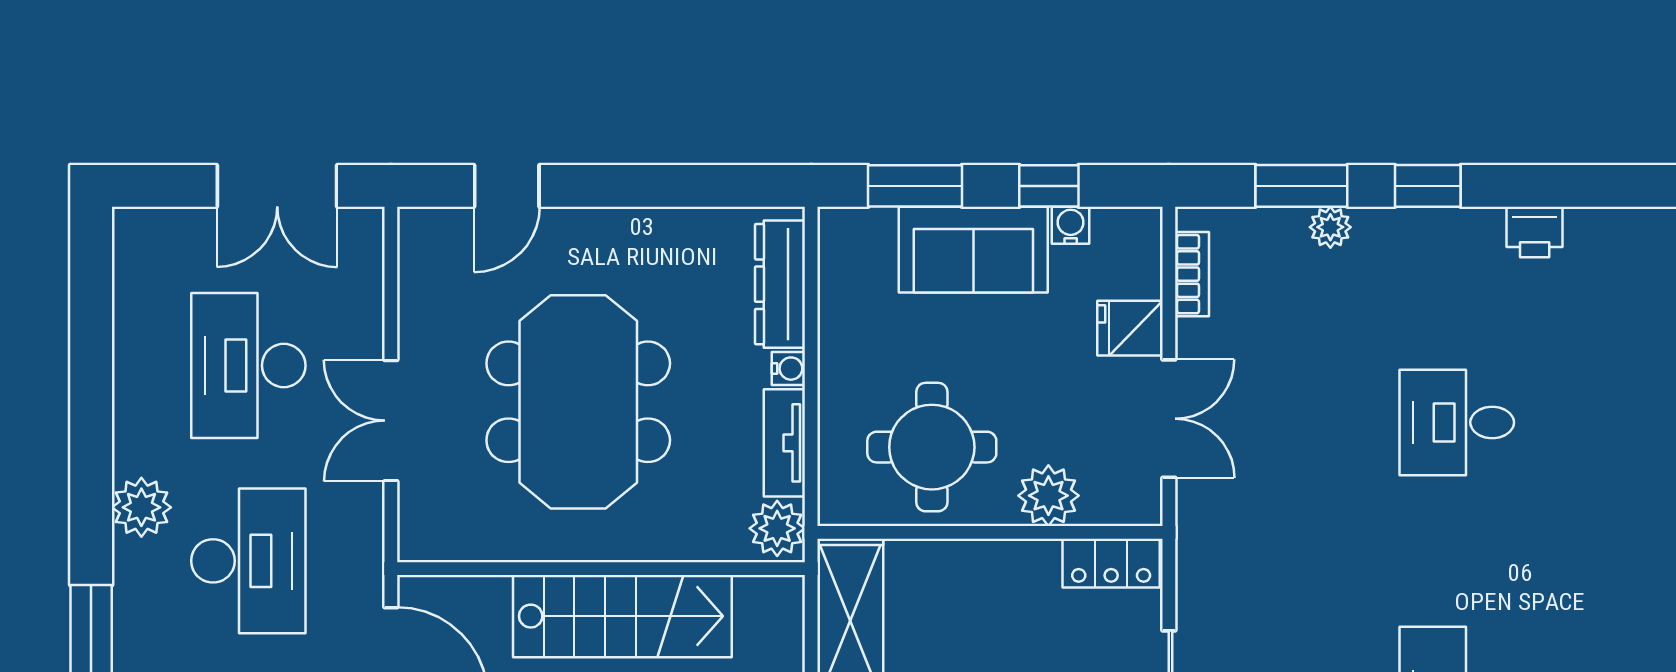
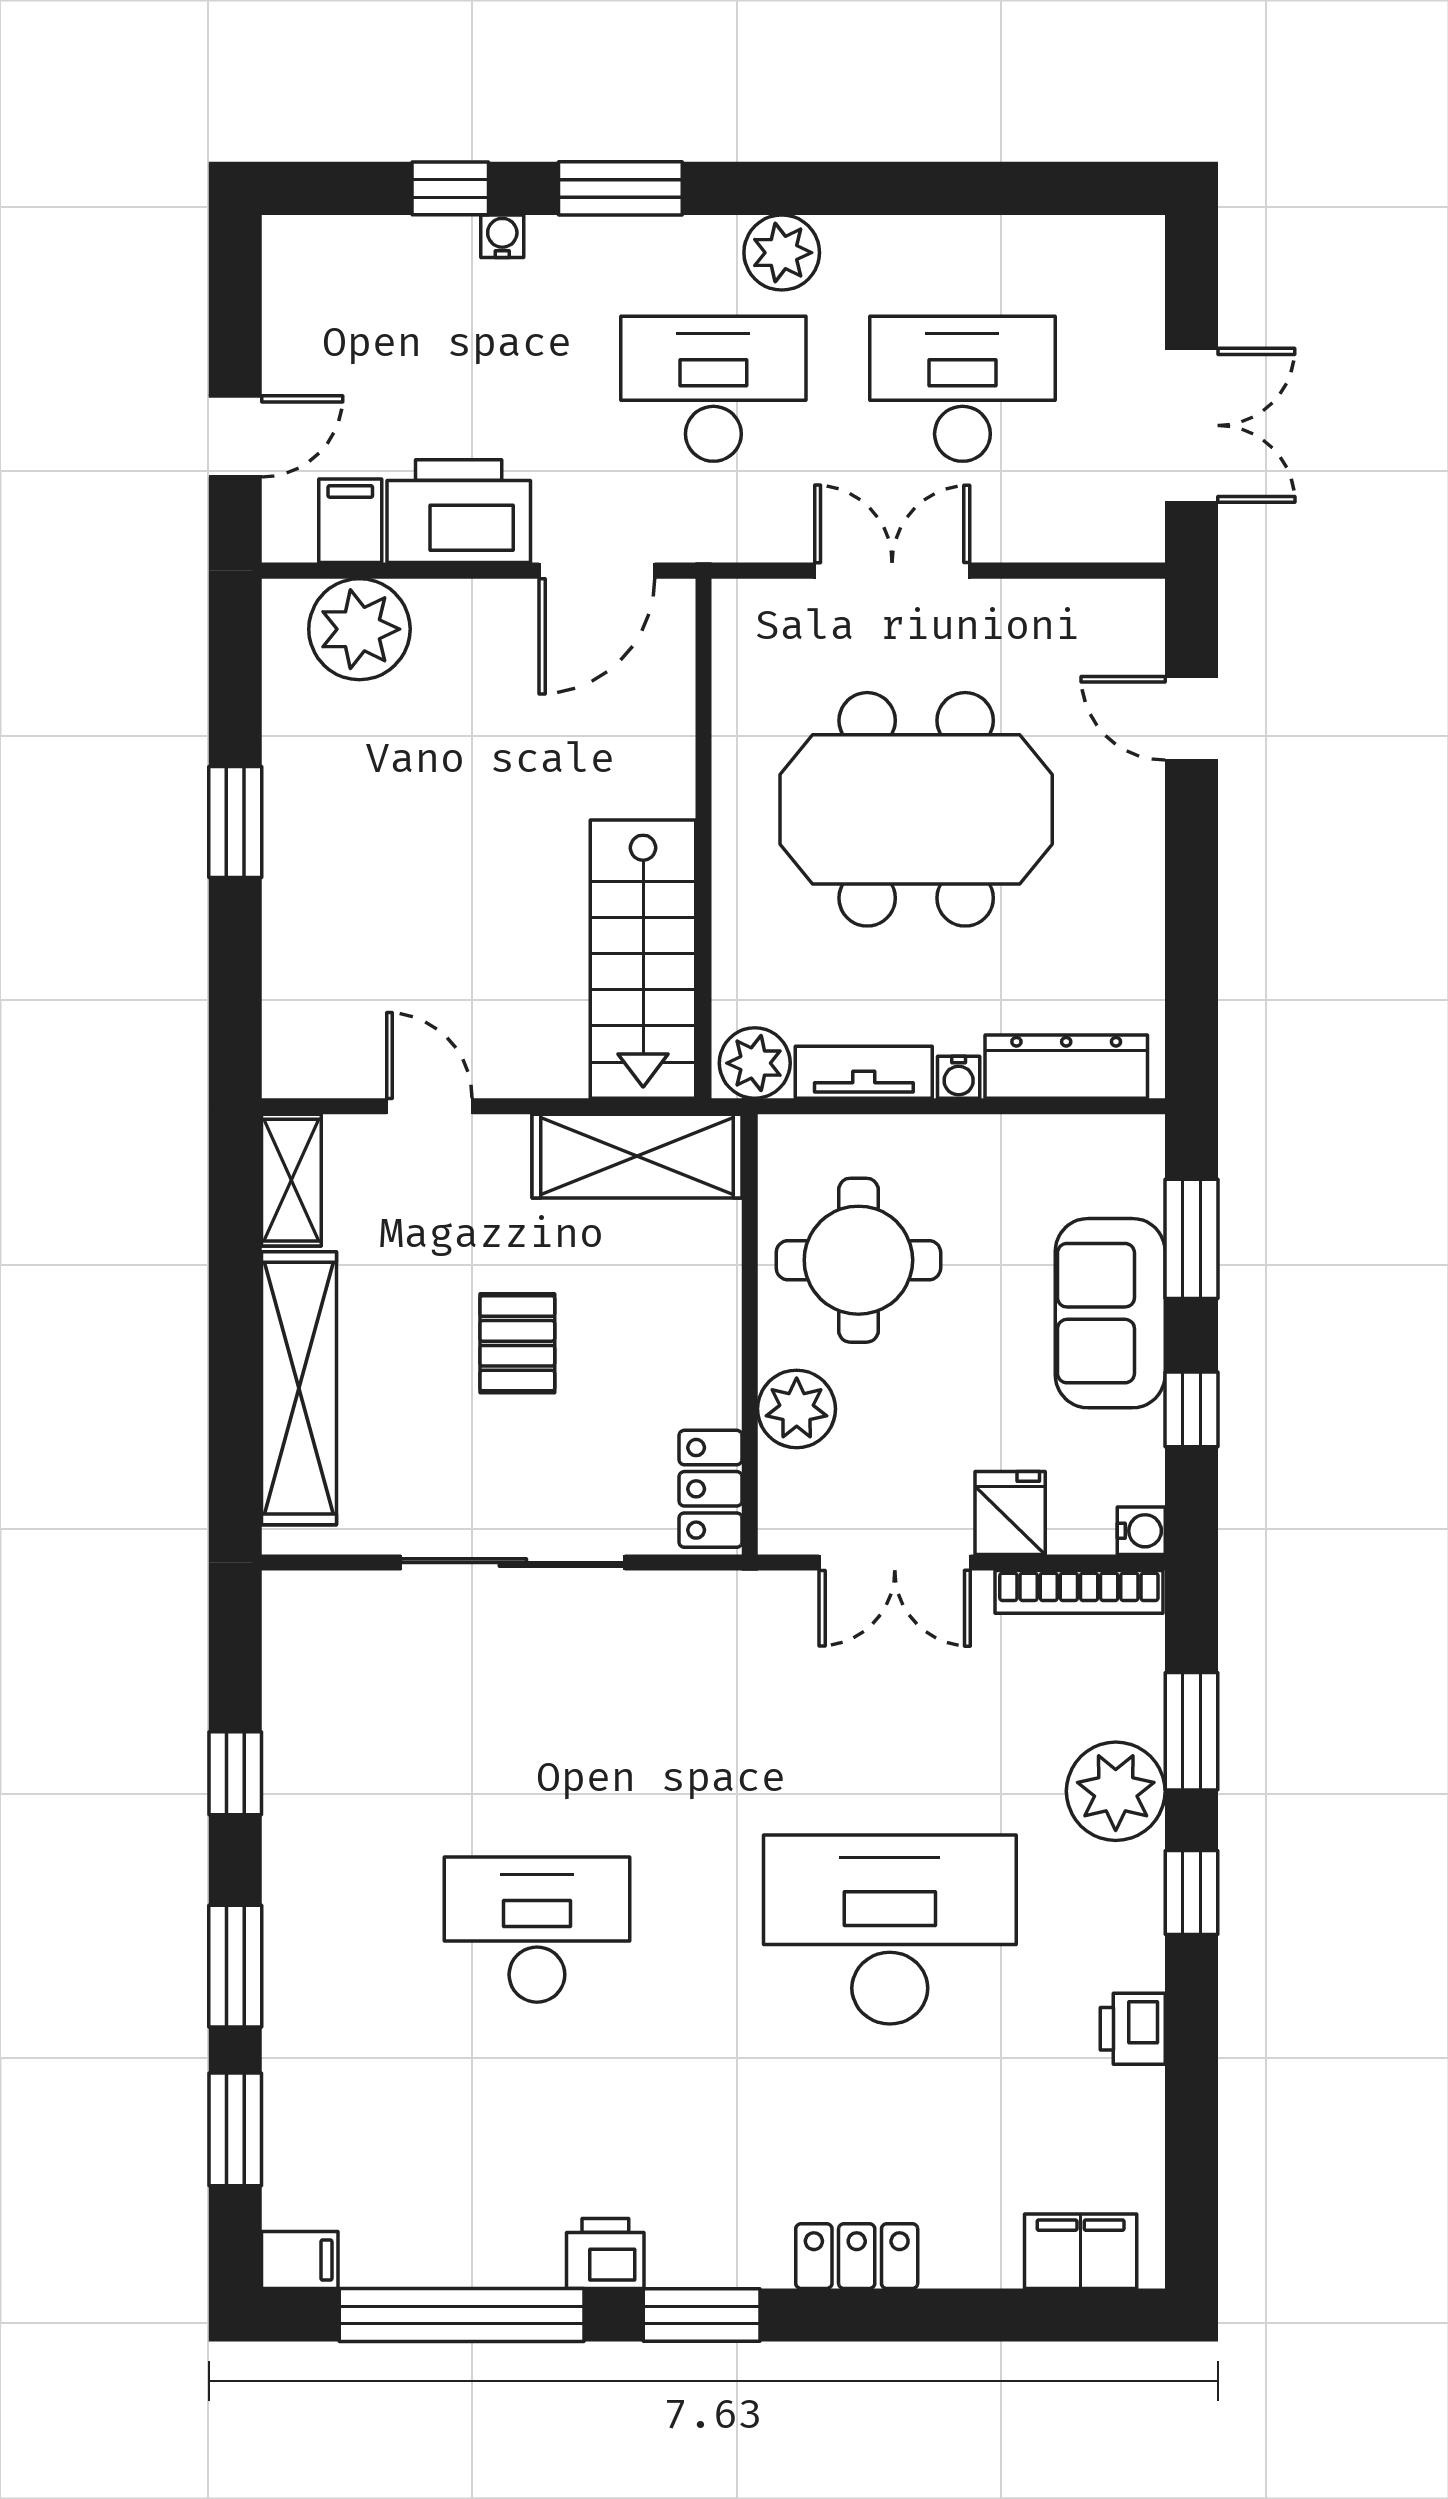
double door: (277, 186) -> (1191, 425), swing flipped
water cooler: (1071, 225) -> (1141, 1531), moved
plant: (1330, 227) -> (1116, 1791), width x1.87, depth x1.87
bookcase: (1192, 274) -> (1079, 1592), width x1.56
desk: (1457, 422) -> (890, 1930), width x1.87, depth x1.30
desk: (248, 561) -> (713, 389), turned 180
stairs: (622, 616) -> (643, 959), moved

